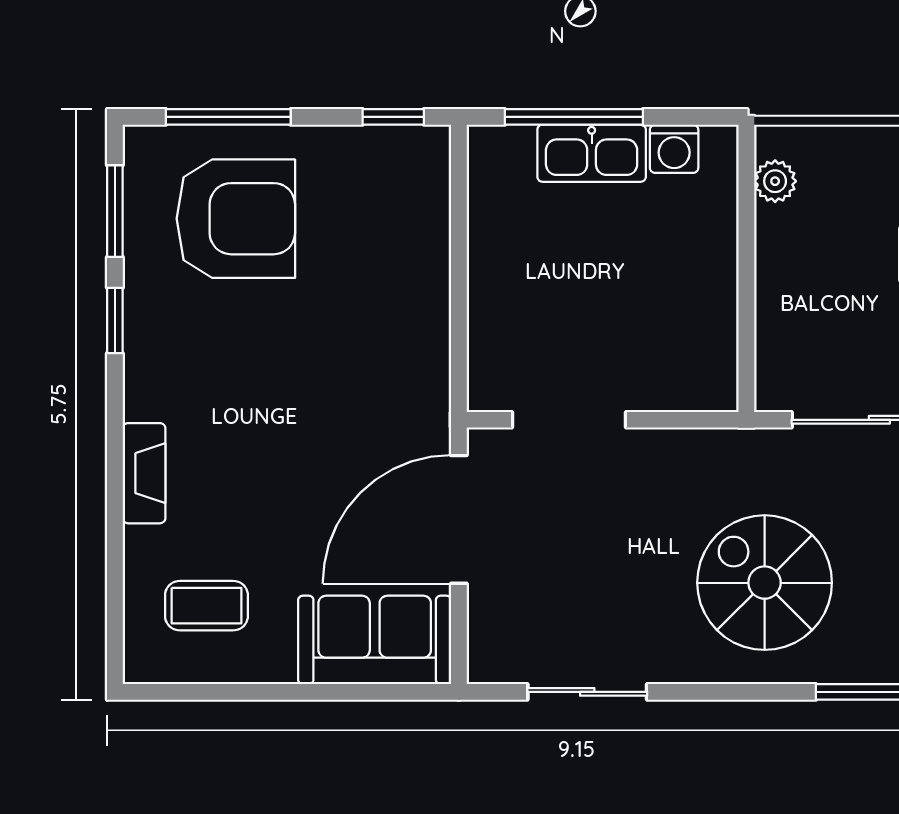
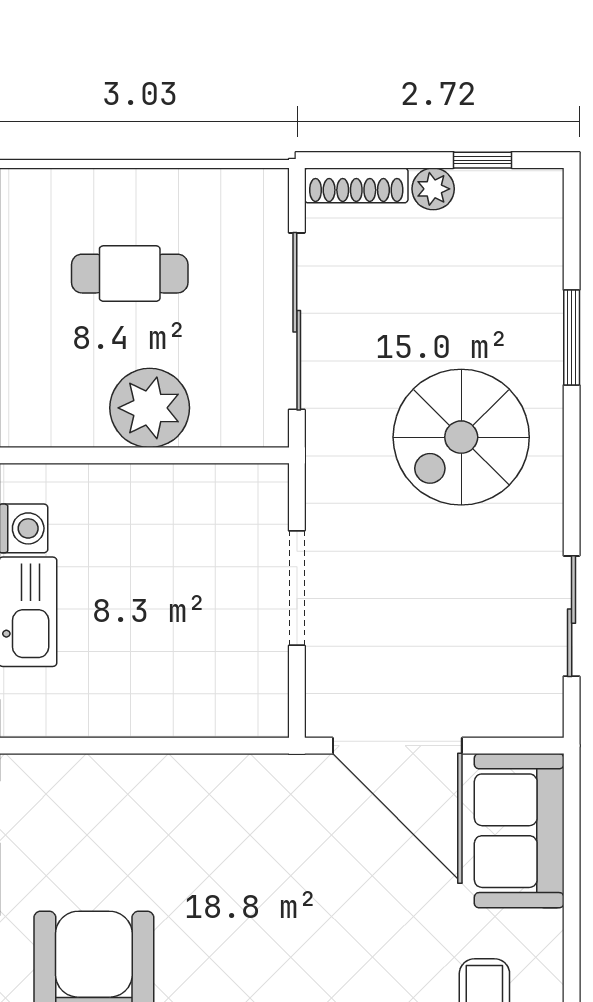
plant: (775, 181) -> (150, 408), moved, width x1.88, depth x1.88
doorway: (569, 420) -> (297, 588), moved

